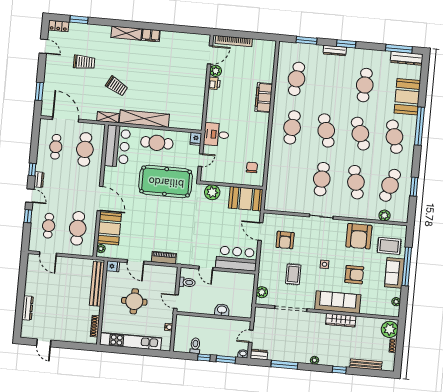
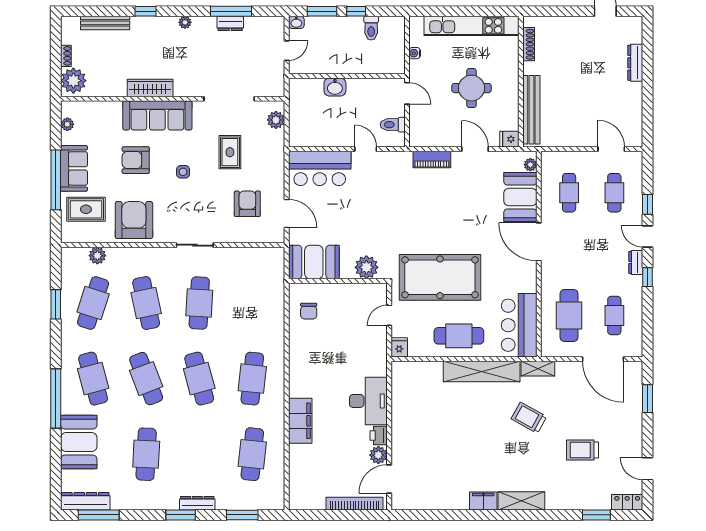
desk: (216, 134) -> (368, 401), moved, width x1.37
cafe table: (78, 228) -> (569, 193), width x0.73, depth x0.74
dresser: (259, 355) -> (230, 23), moved

